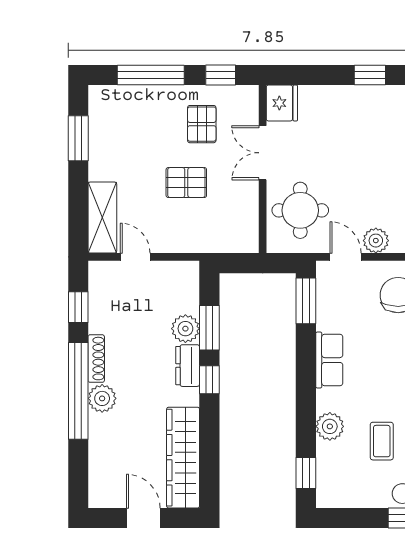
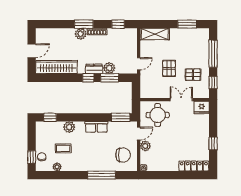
door: (135, 257) -> (139, 64), moved
window: (78, 391) -> (84, 24), width x0.47

